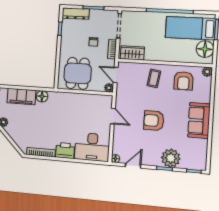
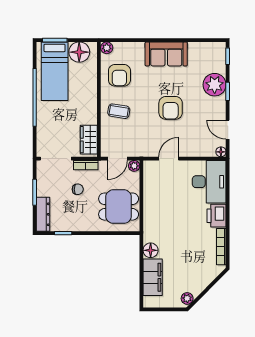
armchair: (183, 81) -> (119, 75), turned 90

